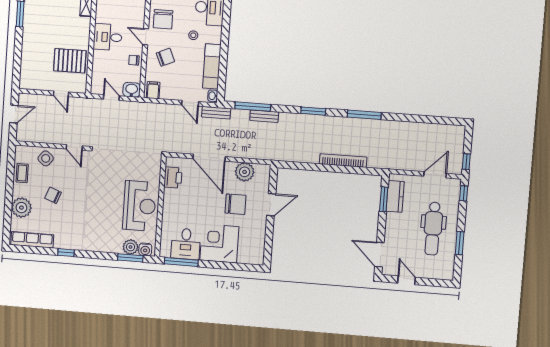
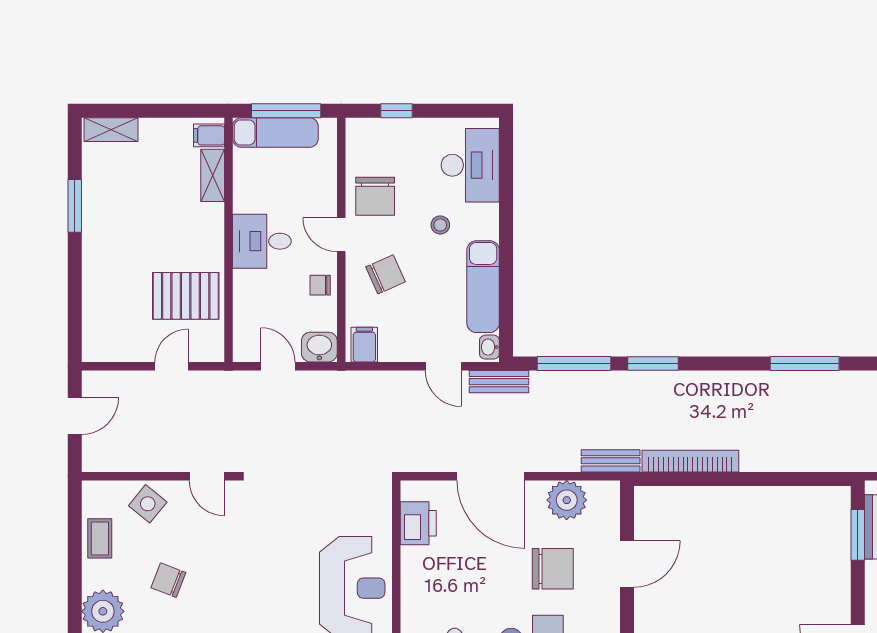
door: (61, 94) -> (171, 366), swing flipped
window: (313, 111) -> (653, 363), moved
bench: (264, 116) -> (611, 461), moved
bookcase: (343, 161) -> (690, 461), moved

